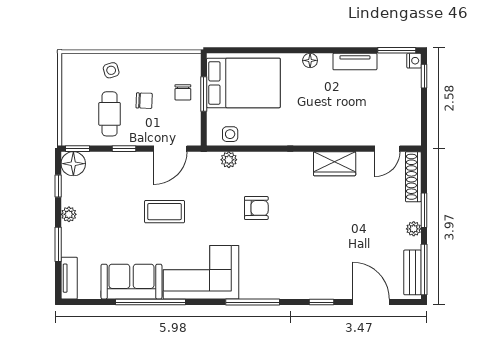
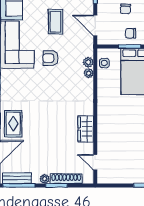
plant: (246, 159) -> (89, 73), added
shoe rack: (413, 177) -> (66, 179), moved
armchair: (256, 208) -> (51, 58), moved, turned 90
rug: (326, 279) -> (13, 124), added

